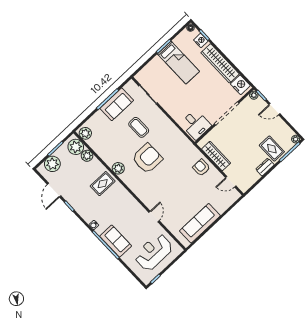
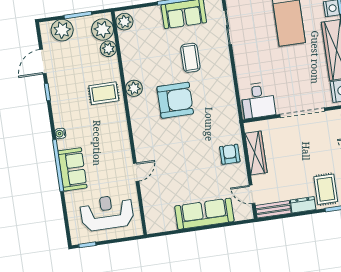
bench: (249, 182) -> (273, 209), added
sofa: (200, 223) -> (204, 214), moved

